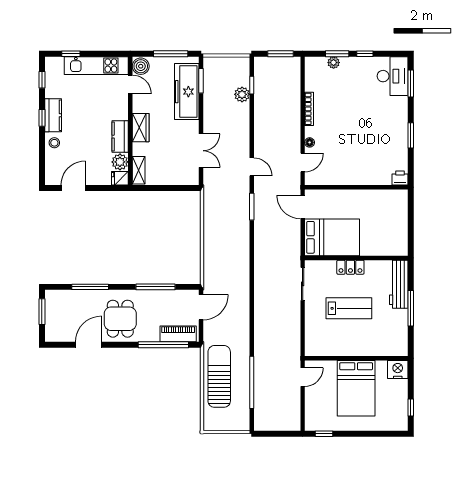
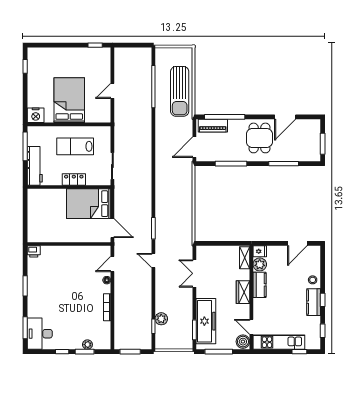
wall: (356, 358) -> (69, 124), moved
nightstand: (398, 369) -> (36, 115), moved
bed: (356, 388) -> (69, 100), moved

